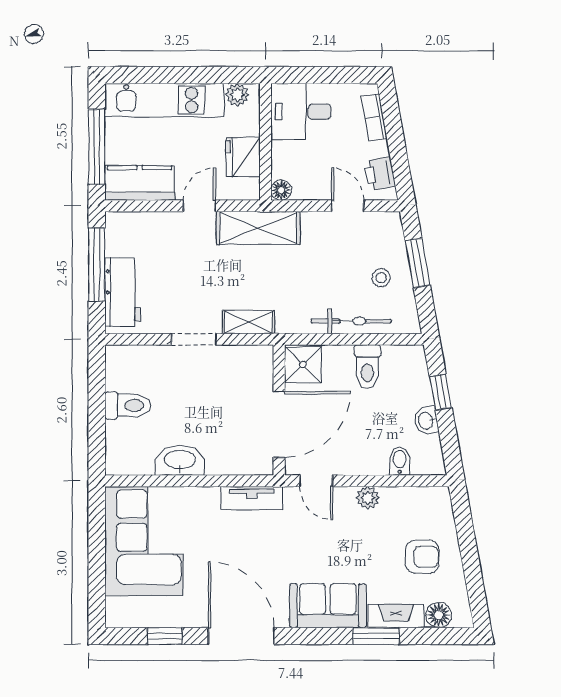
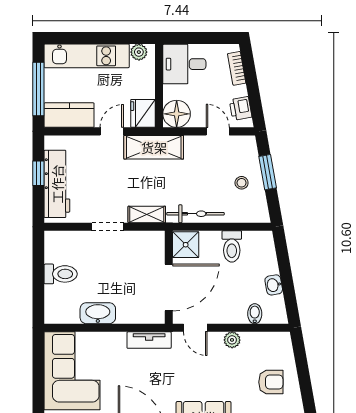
fridge: (243, 157) -> (143, 113), moved
floor lamp: (281, 190) -> (177, 114), width x1.89, depth x1.89
window: (97, 264) -> (38, 173), width x0.46
workbench: (123, 292) -> (57, 184), width x1.38
bicycle: (351, 321) -> (195, 214), moved
window: (441, 392) -> (284, 264), removed

